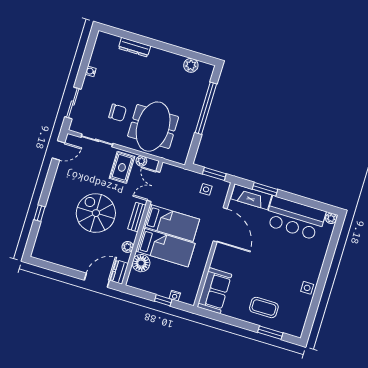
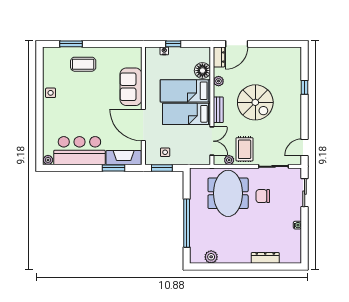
sofa: (214, 291) -> (131, 87), moved

